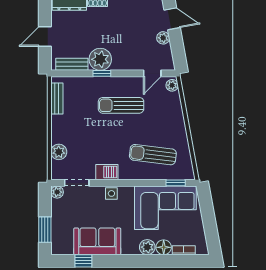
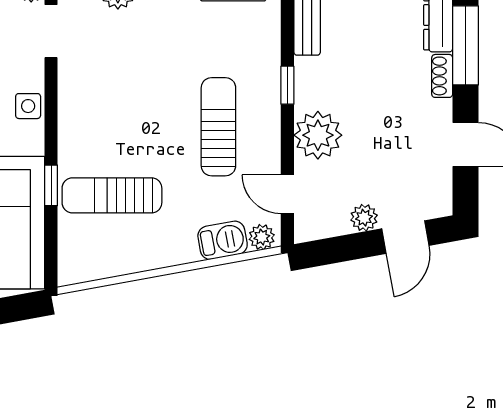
plant: (100, 59) -> (318, 135), moved
sun lounger: (153, 155) -> (112, 195), turned -97
barbecue: (107, 172) -> (223, 240), moved, turned -100
window: (176, 183) -> (51, 185), moved

